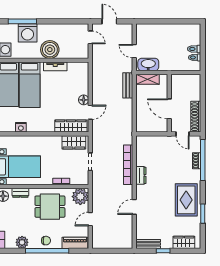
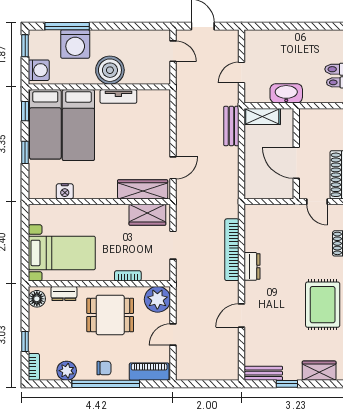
door: (134, 51) -> (242, 73), hinge flipped
washbasin: (148, 64) -> (286, 93), moved
floor lamp: (84, 100) -> (163, 149), removed

